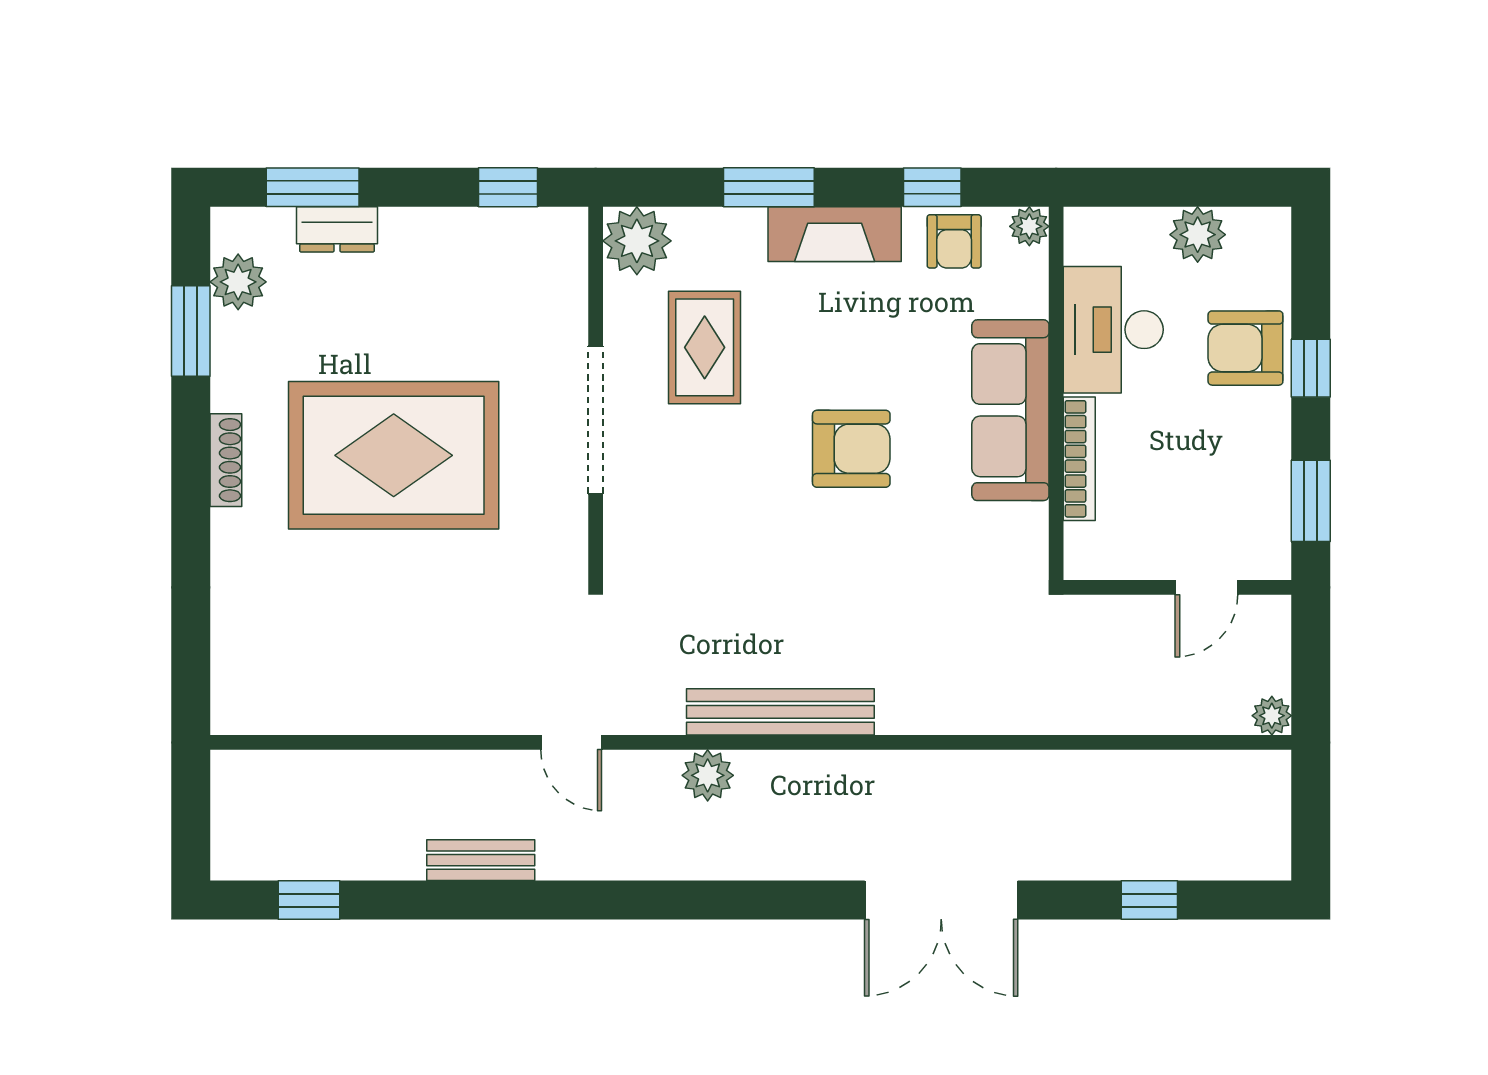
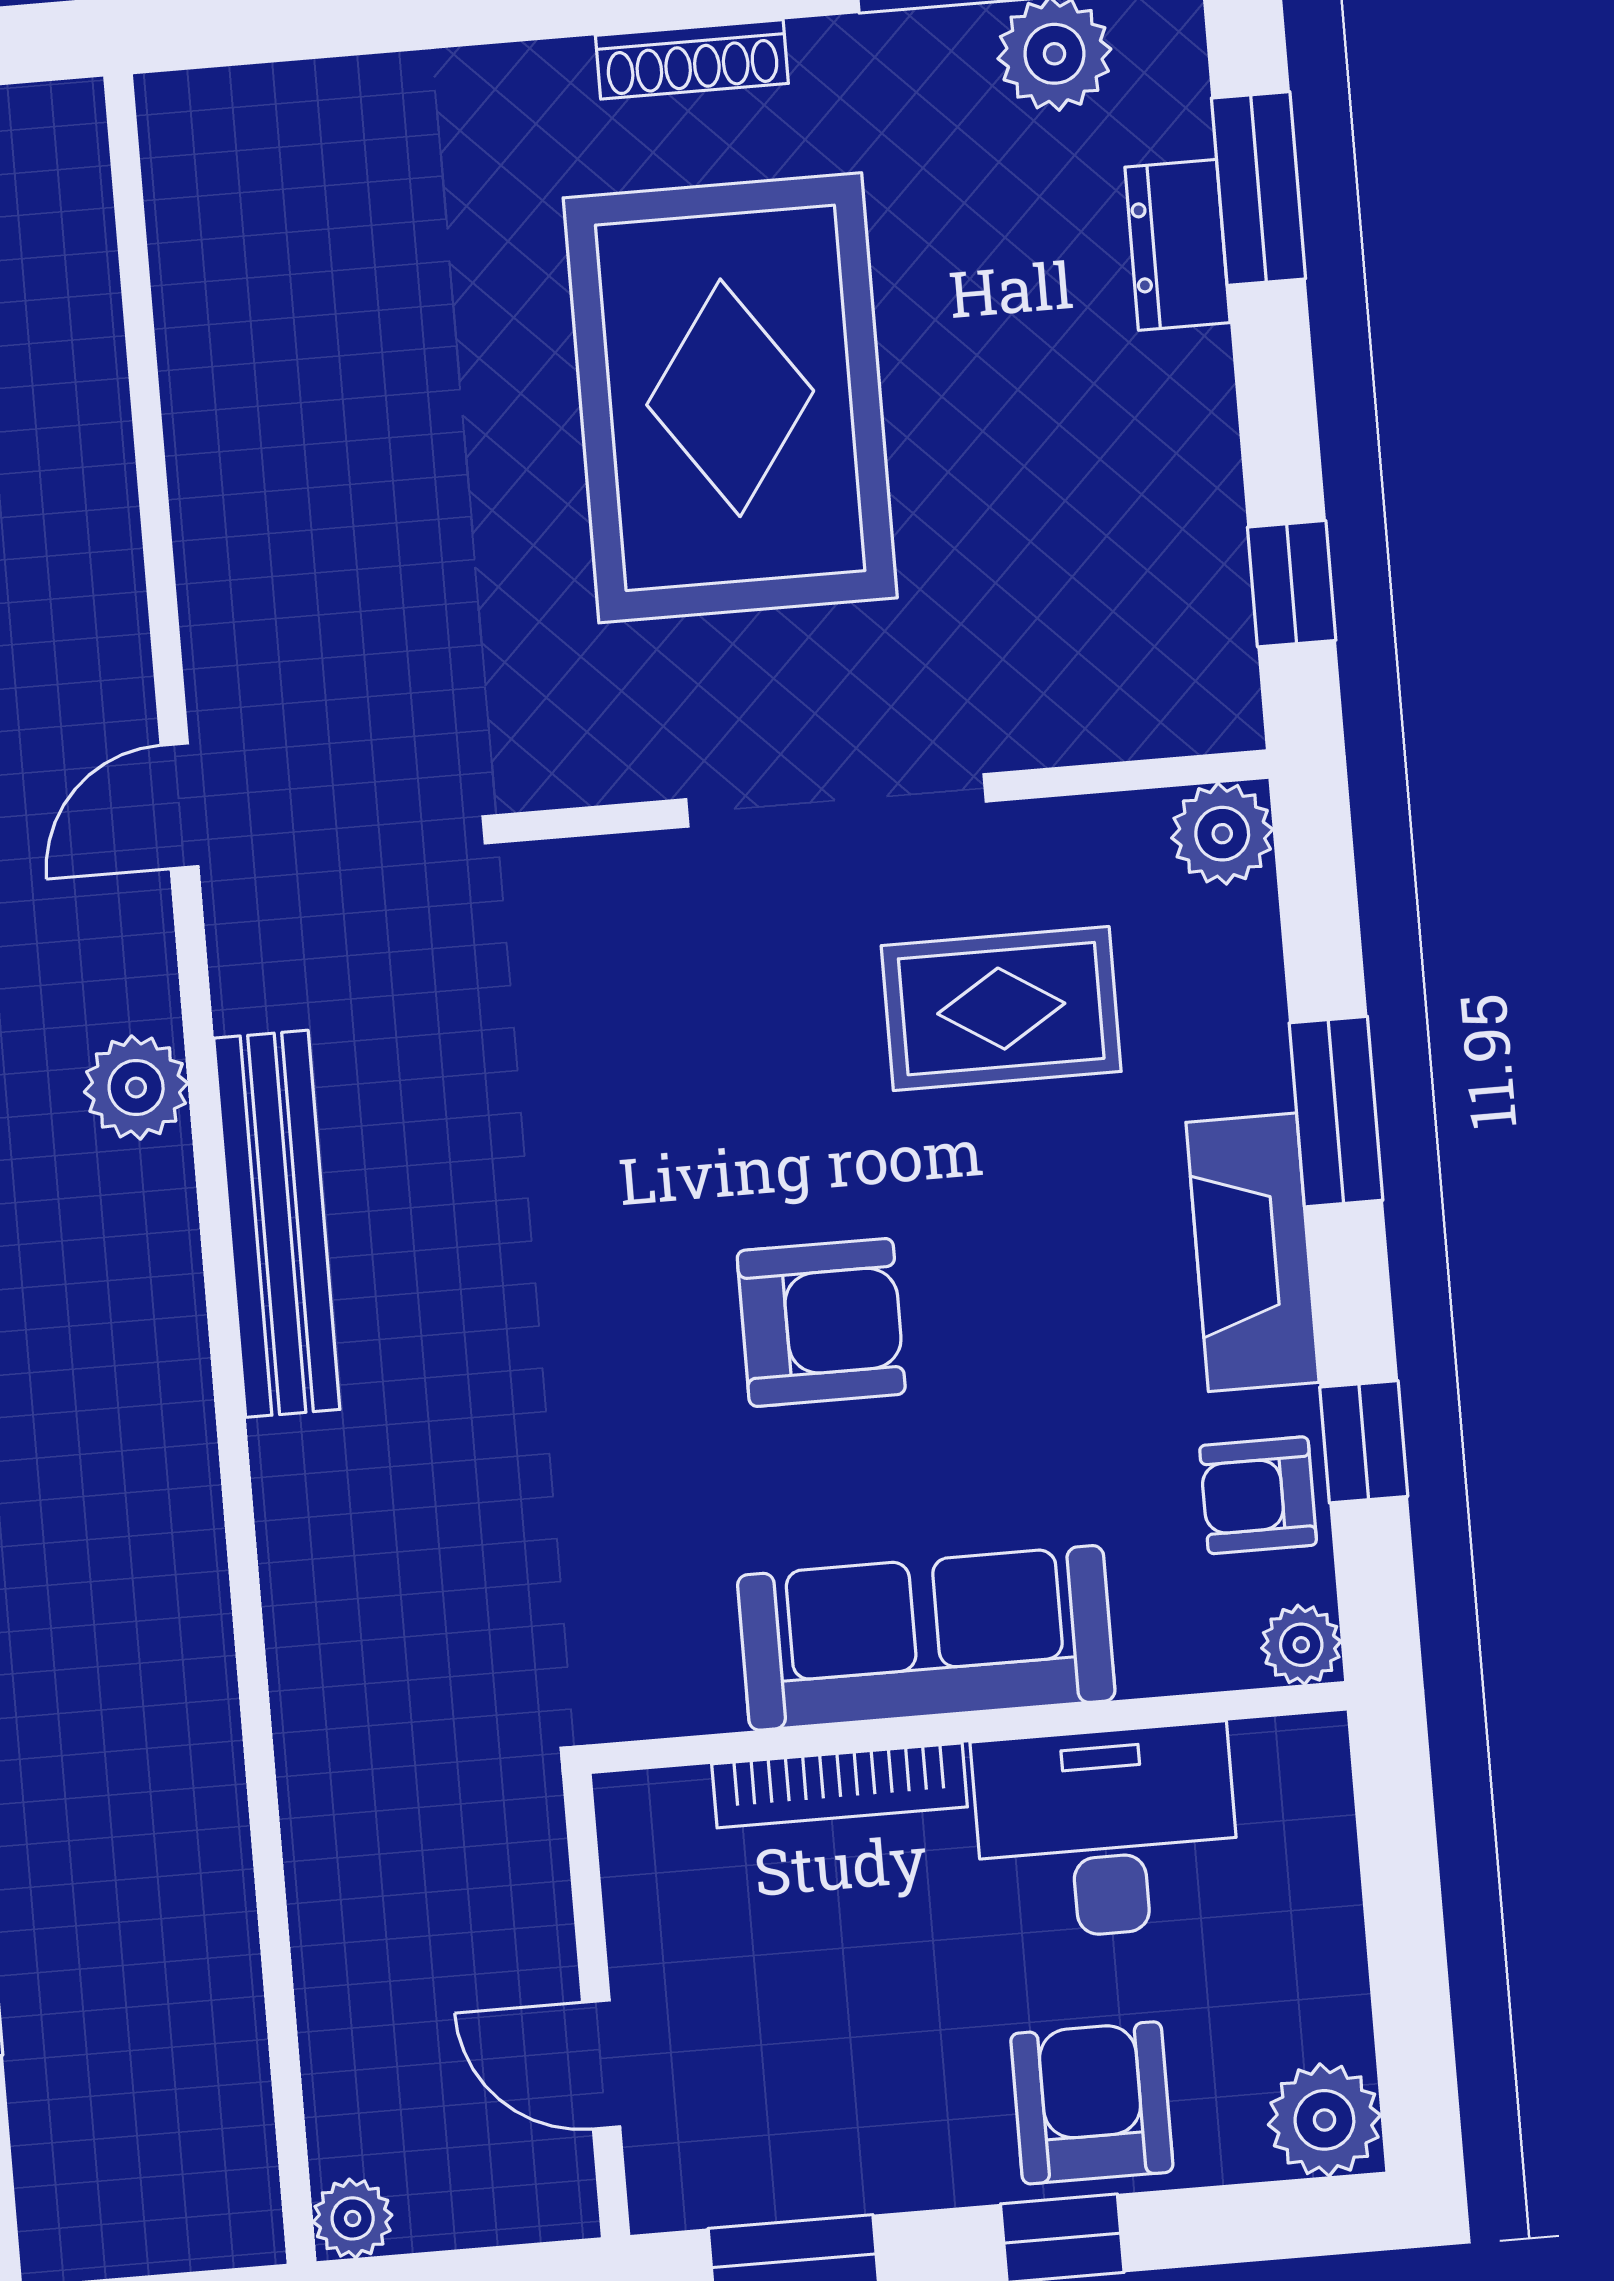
plant: (1198, 235) -> (1324, 2120), moved
plant: (637, 241) -> (1222, 834), width x0.73, depth x0.73
armchair: (851, 449) -> (821, 1322), turned -90

